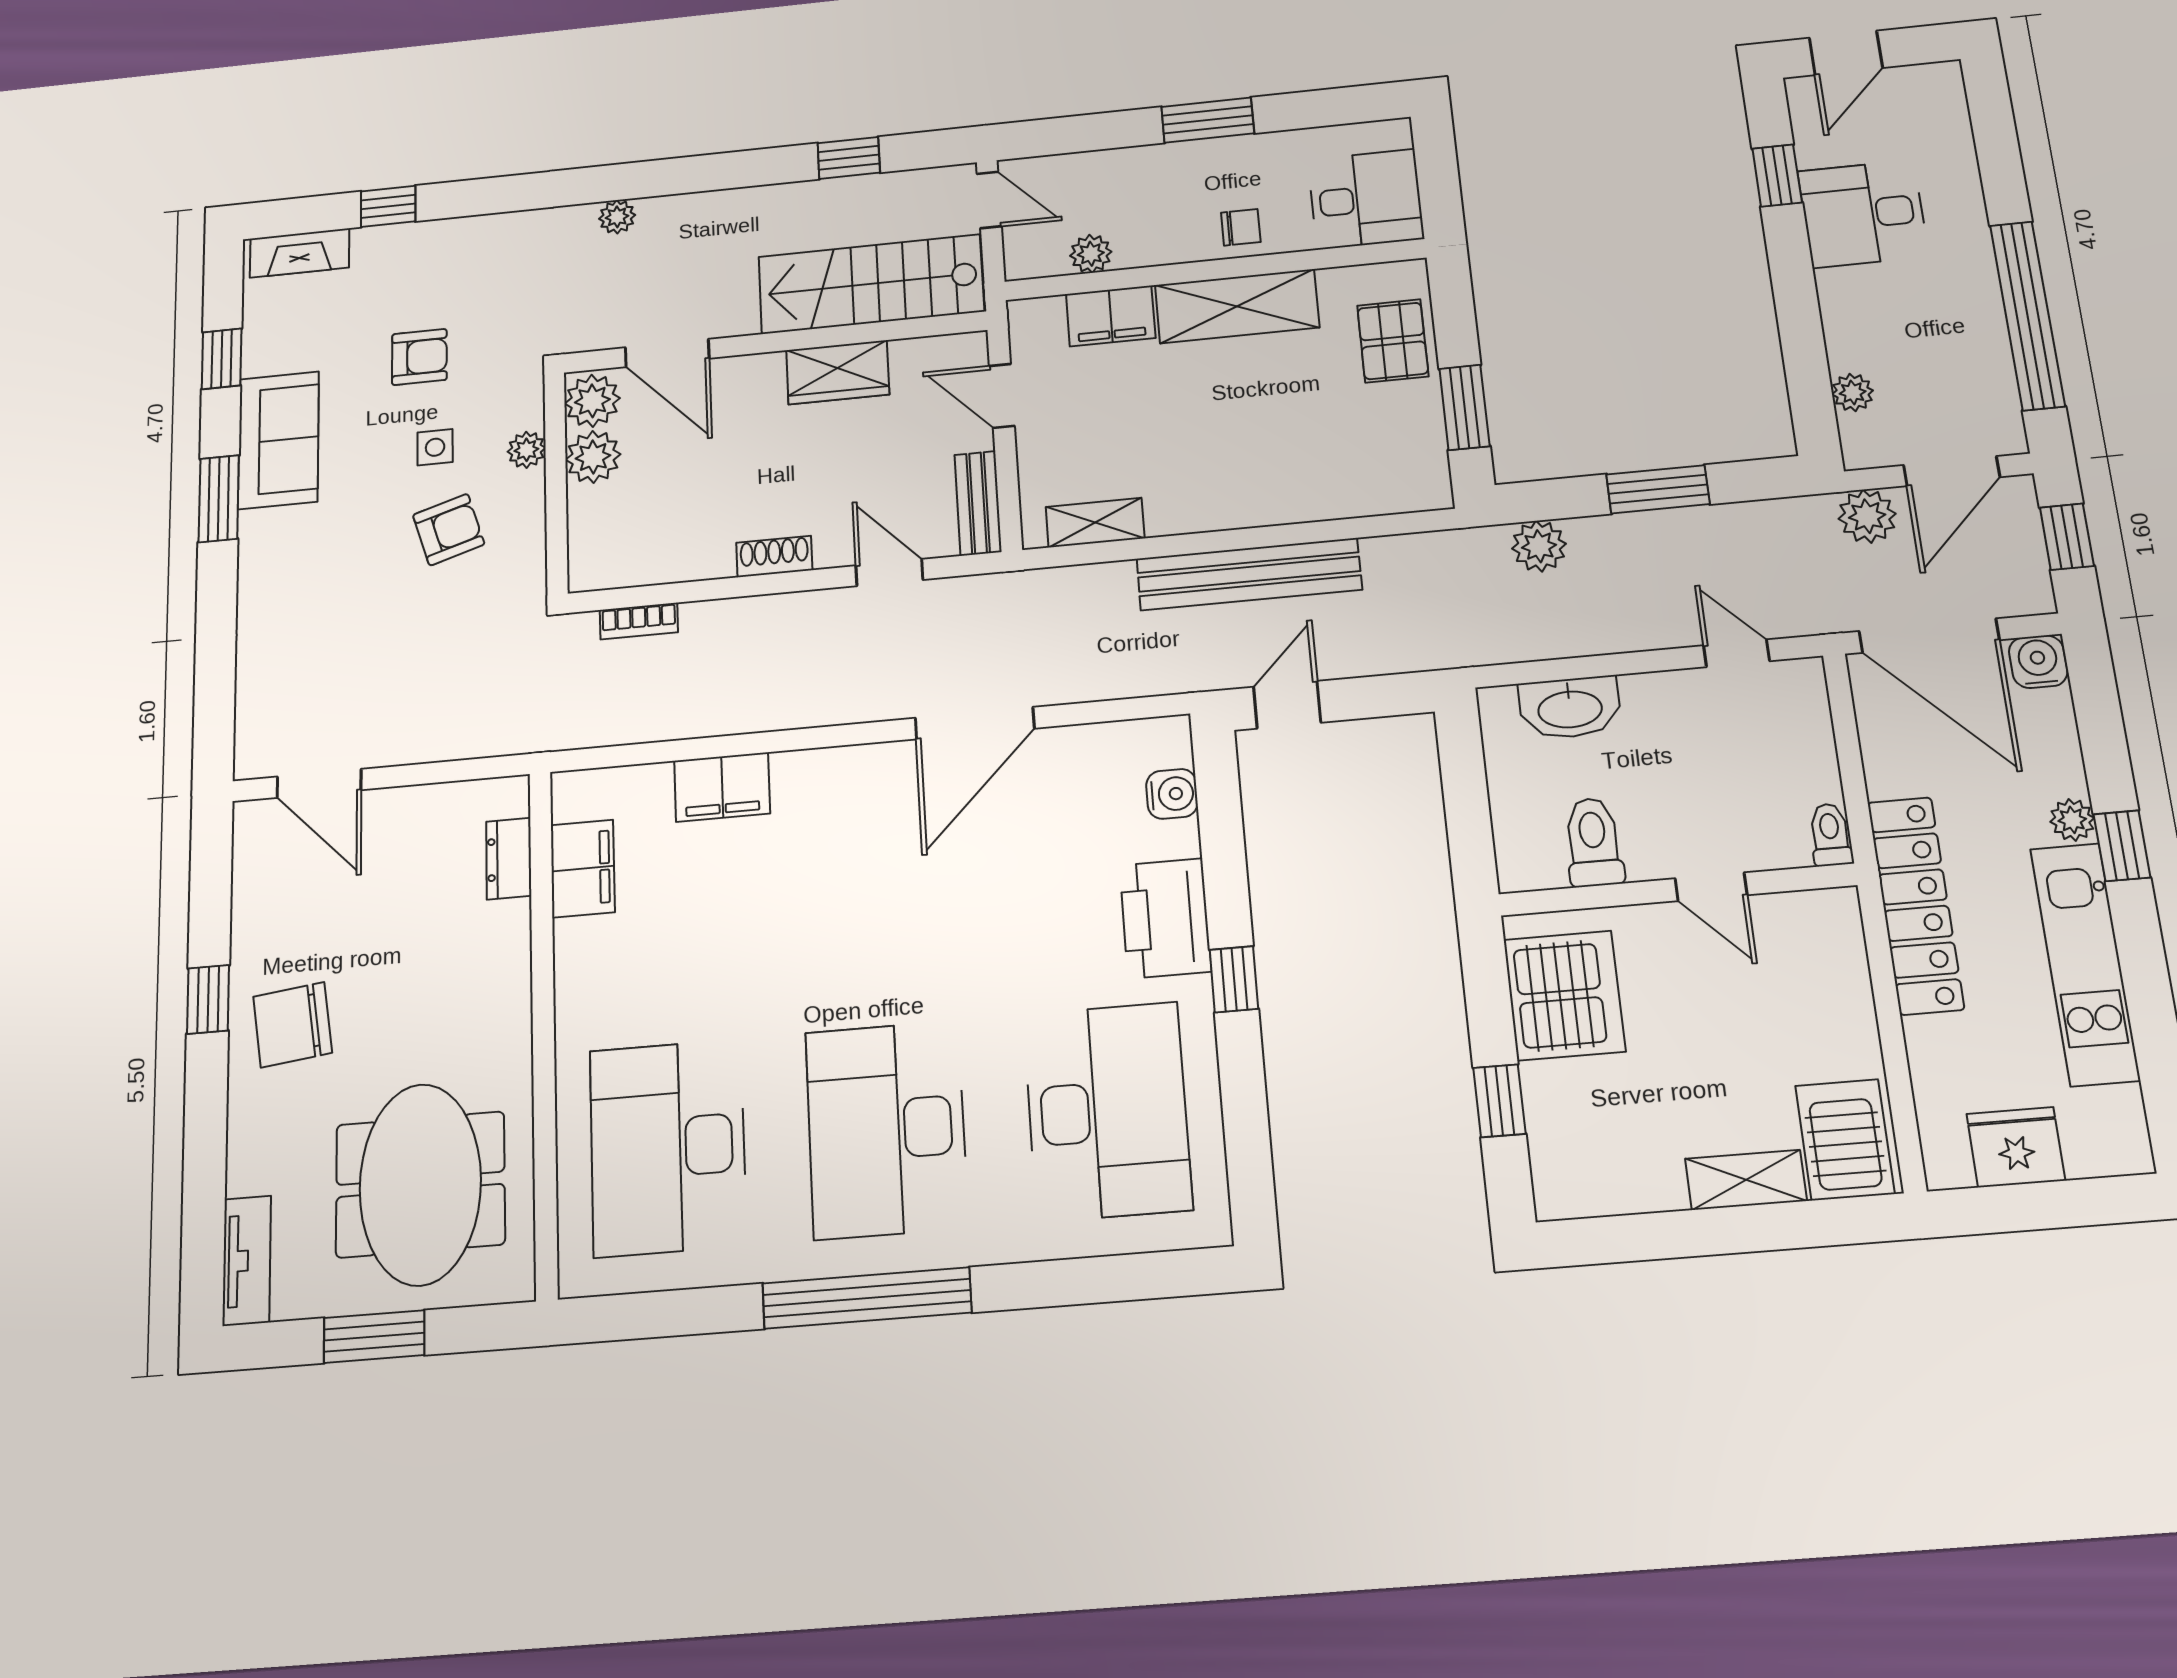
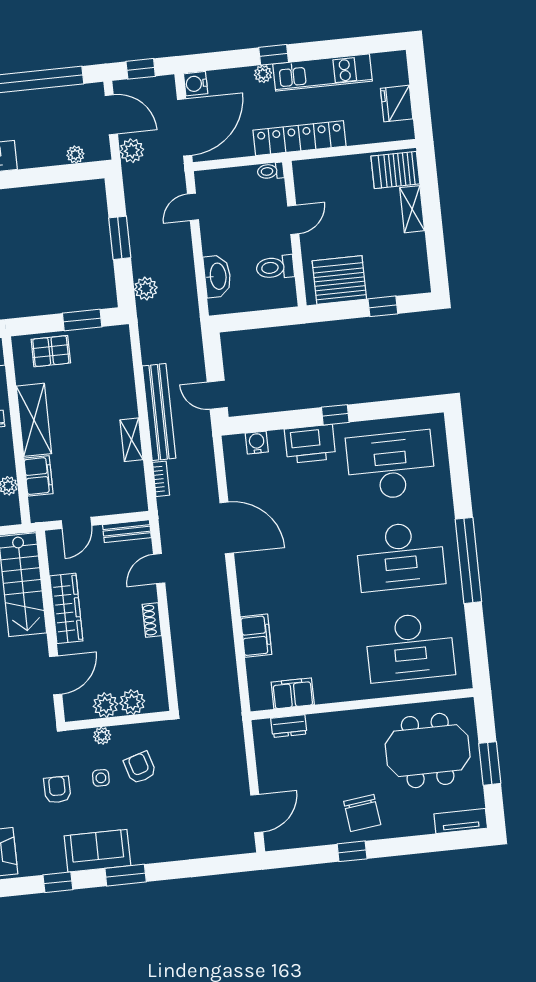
wardrobe: (838, 372) -> (66, 608), width x1.50
plant: (592, 401) -> (132, 702), moved
shelving: (1095, 523) -> (132, 440), moved
bookcase: (639, 621) -> (161, 479), moved

